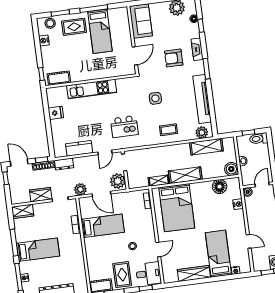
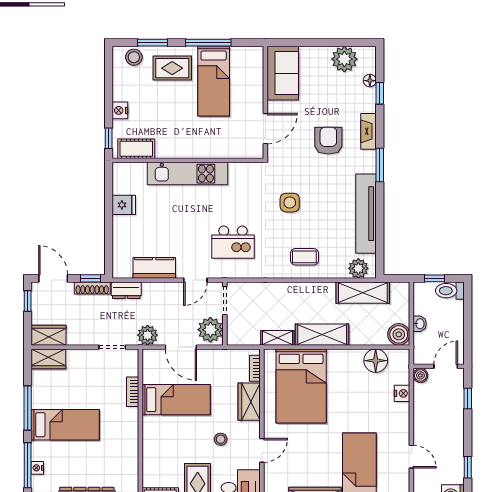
nightstand: (44, 40) -> (120, 110), moved
armchair: (174, 58) -> (328, 141), turned 90
wardrobe: (41, 195) -> (49, 335), moved
wardrobe: (147, 221) -> (249, 402), added

